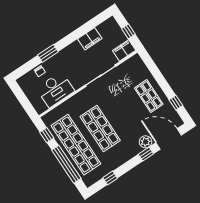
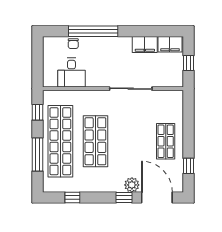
filing cabinet: (124, 50) -> (170, 44), moved, turned 180
window: (48, 53) -> (93, 31), width x2.11
desk: (55, 90) -> (71, 72), width x0.73
window: (66, 164) -> (38, 155), width x0.68

